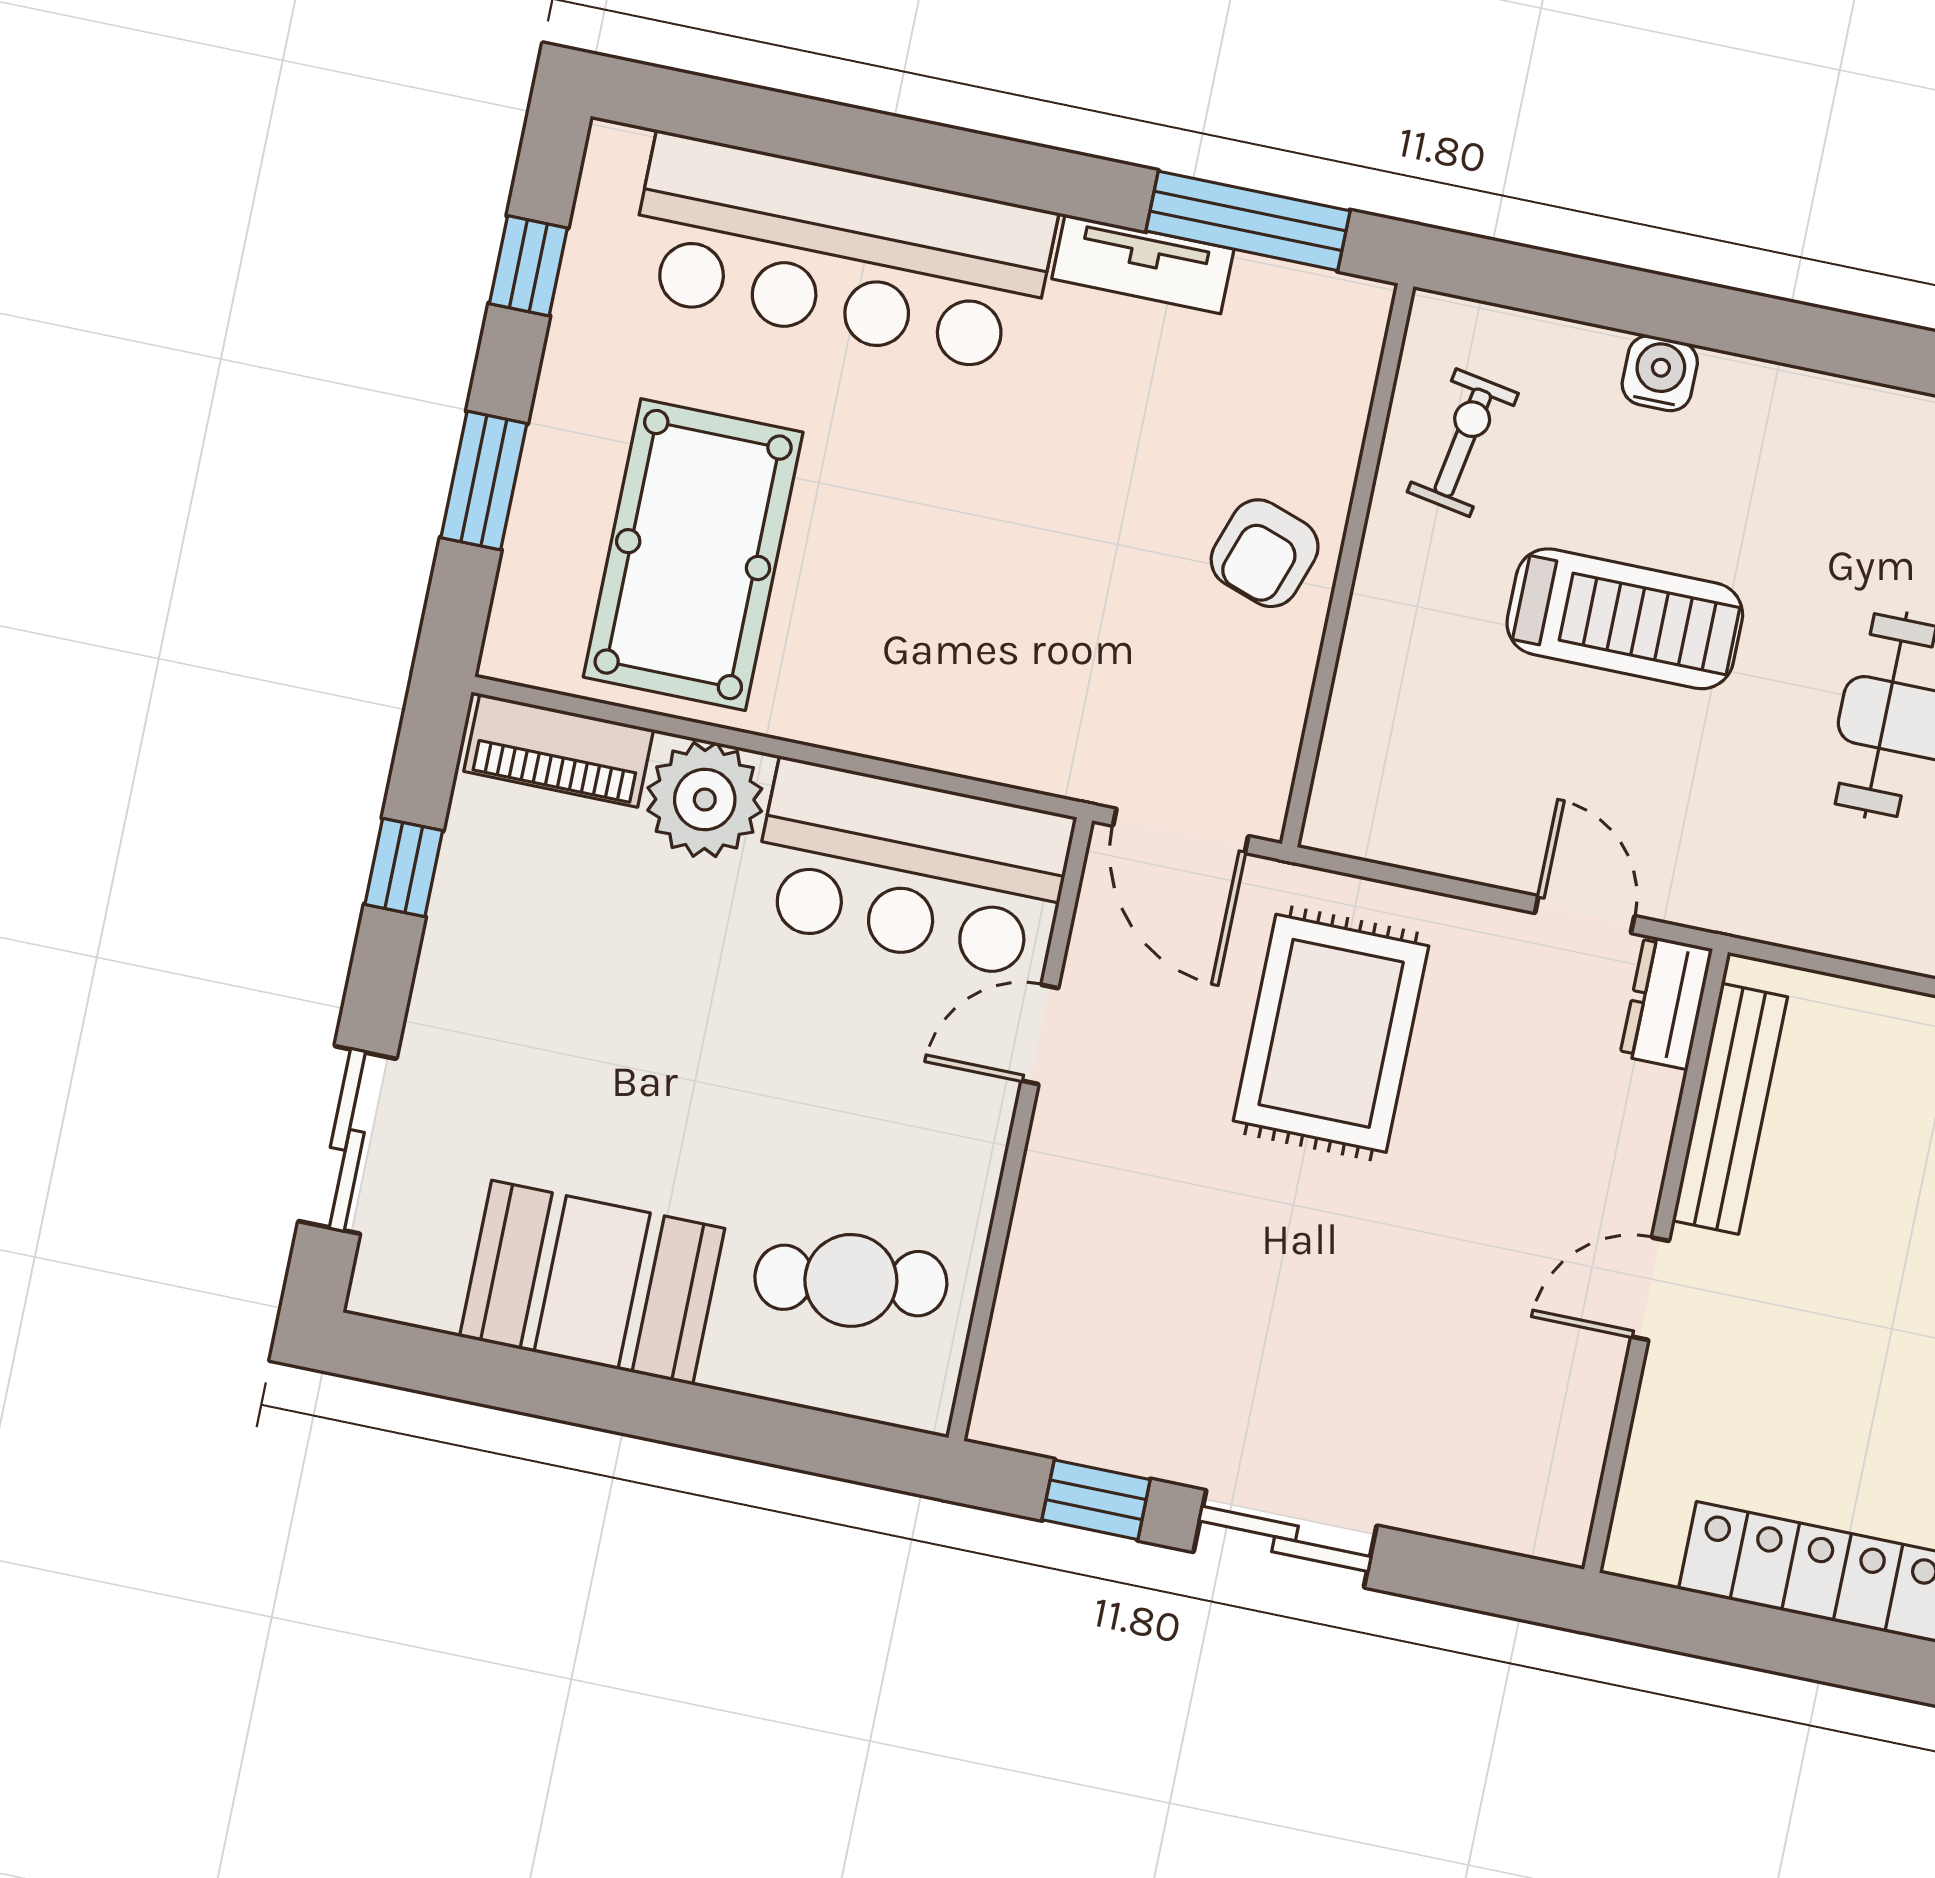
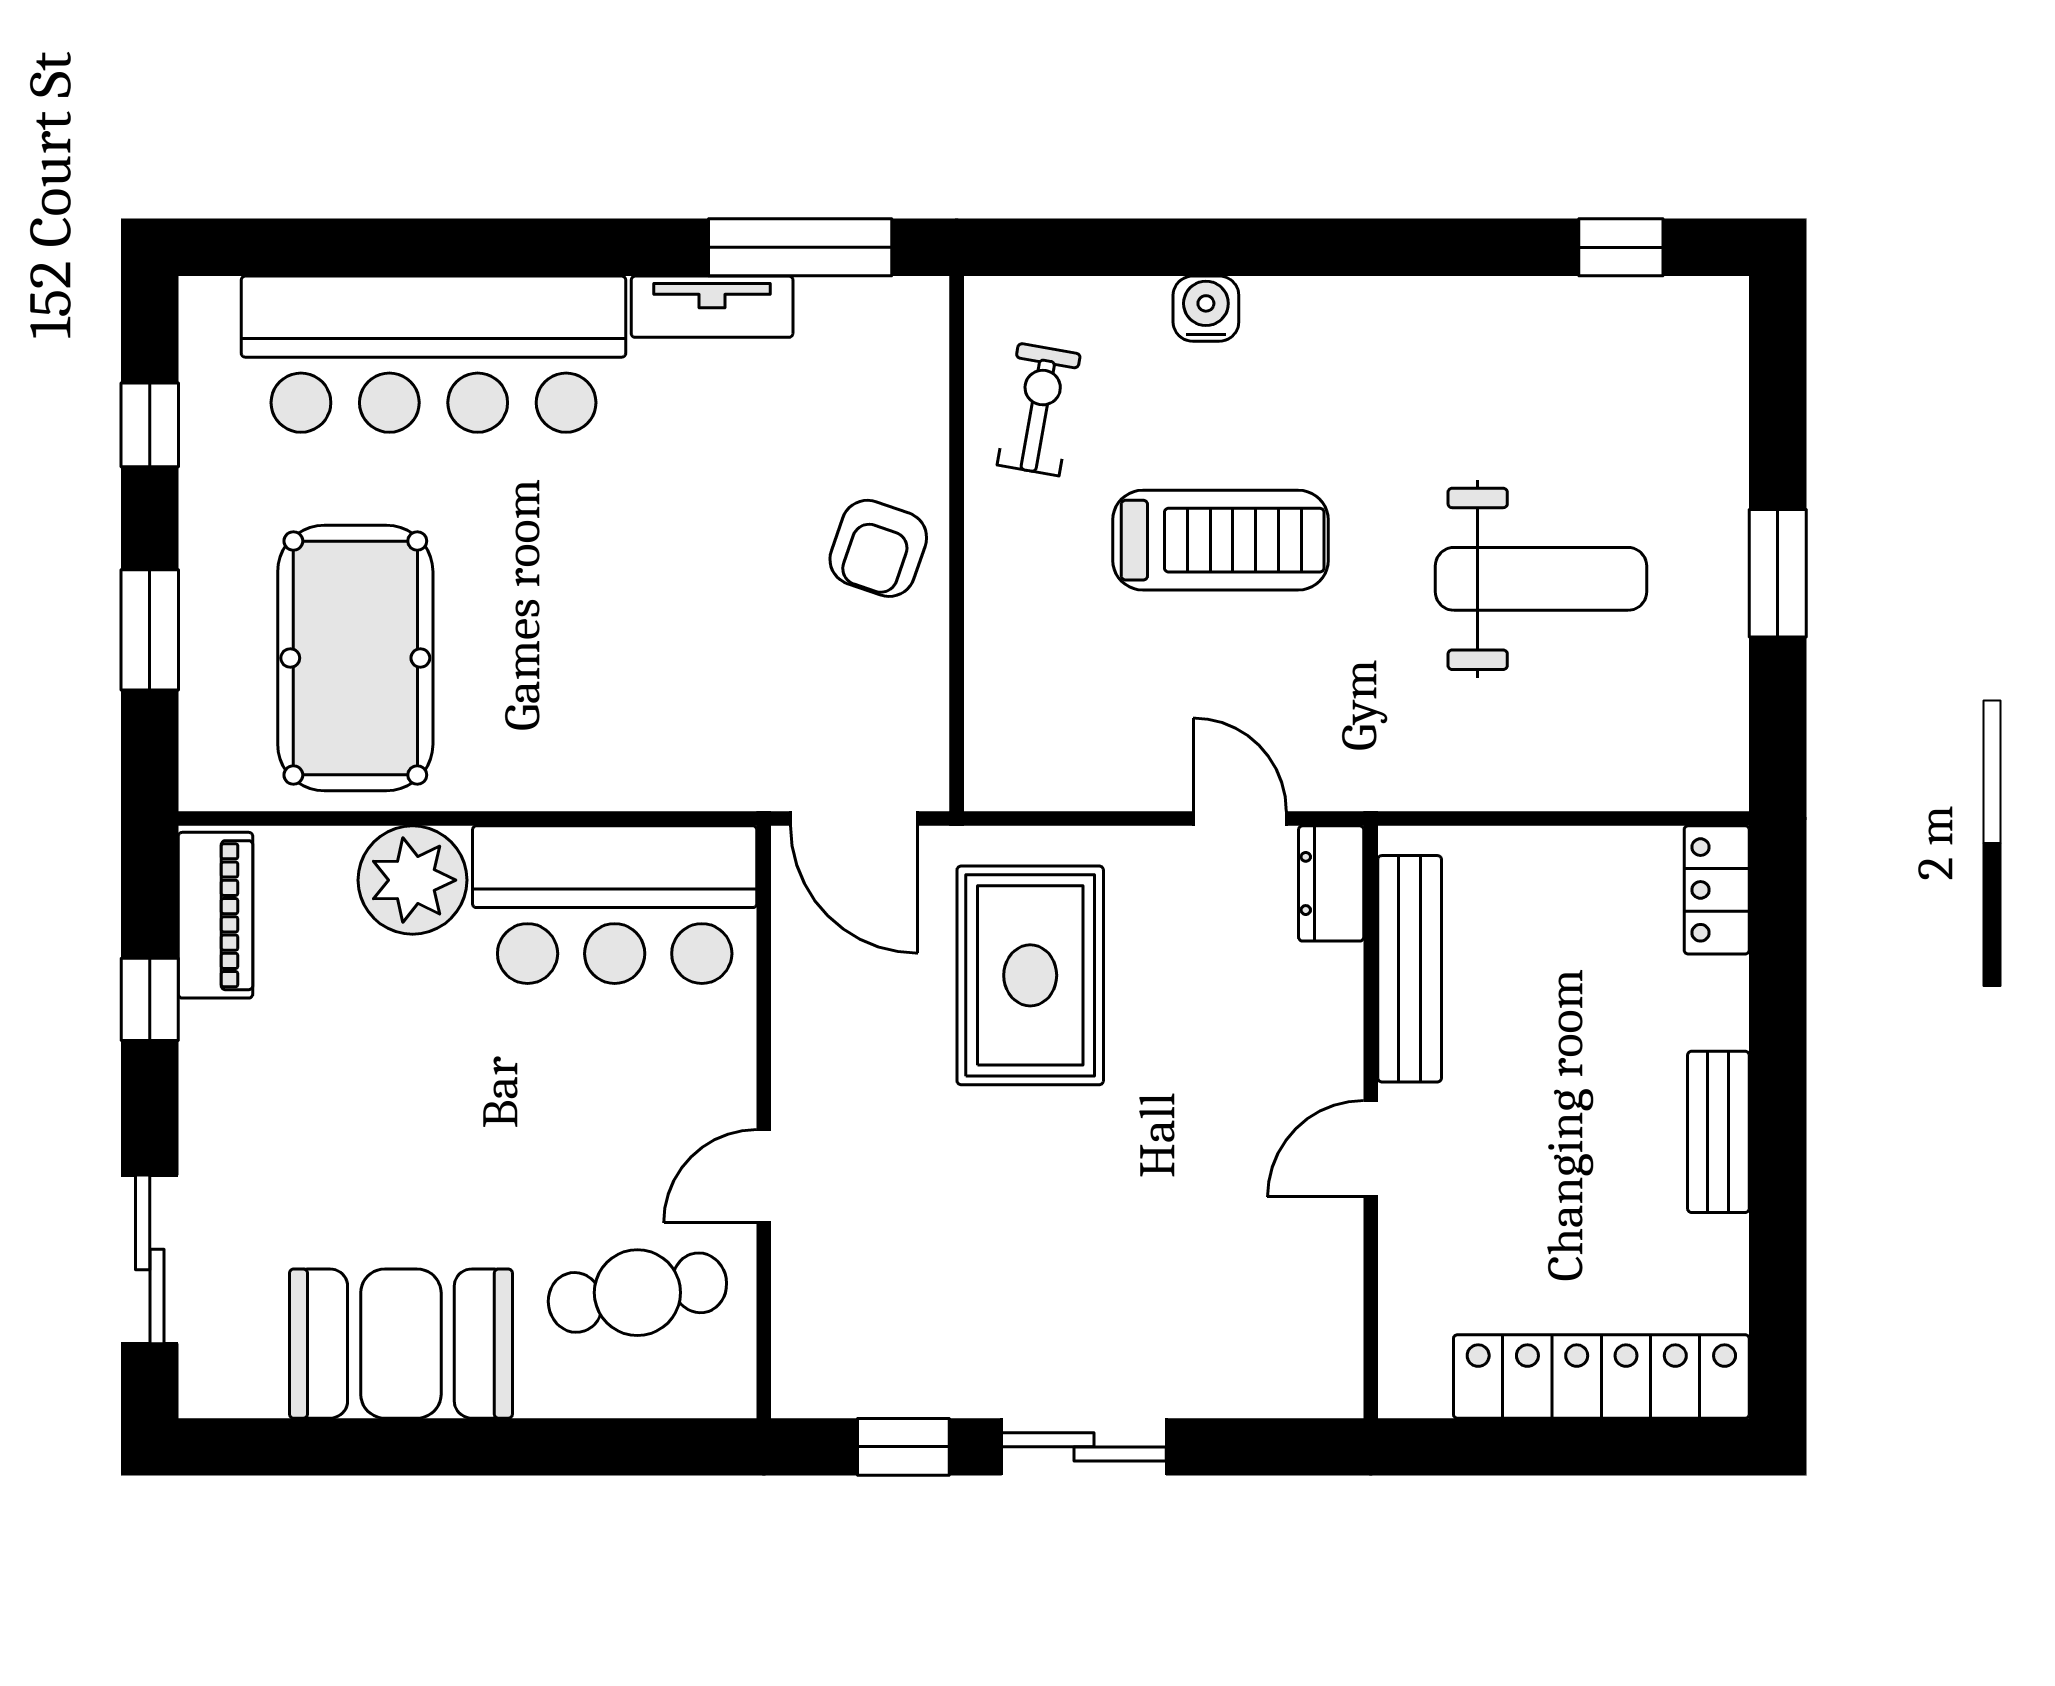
piano: (559, 750) -> (215, 915), moved, turned -90
door: (1040, 1034) -> (764, 1176), moved

